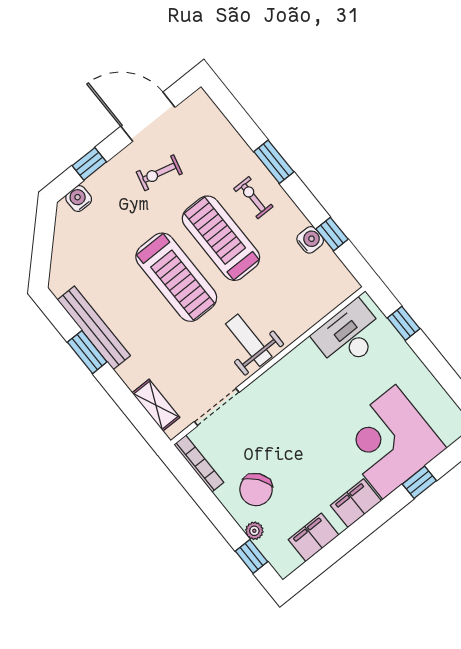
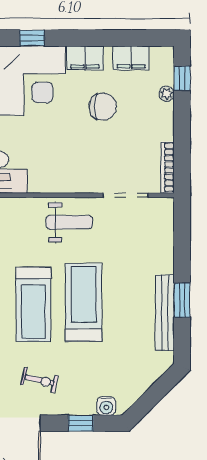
weight bench: (249, 340) -> (69, 222), turned -90
shelving: (156, 405) -> (165, 229), removed
chair: (256, 490) -> (103, 107), moved, turned 37

